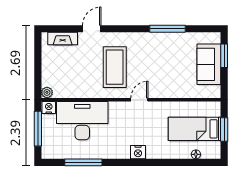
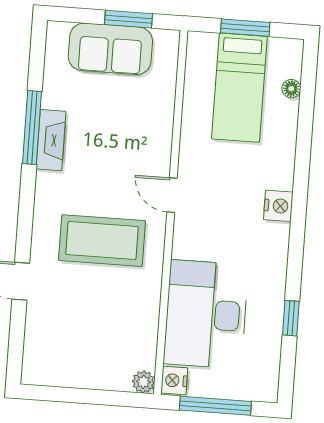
fireplace: (63, 38) -> (51, 140), moved
window: (224, 56) -> (129, 19), moved
window: (83, 162) -> (291, 318), width x0.46

